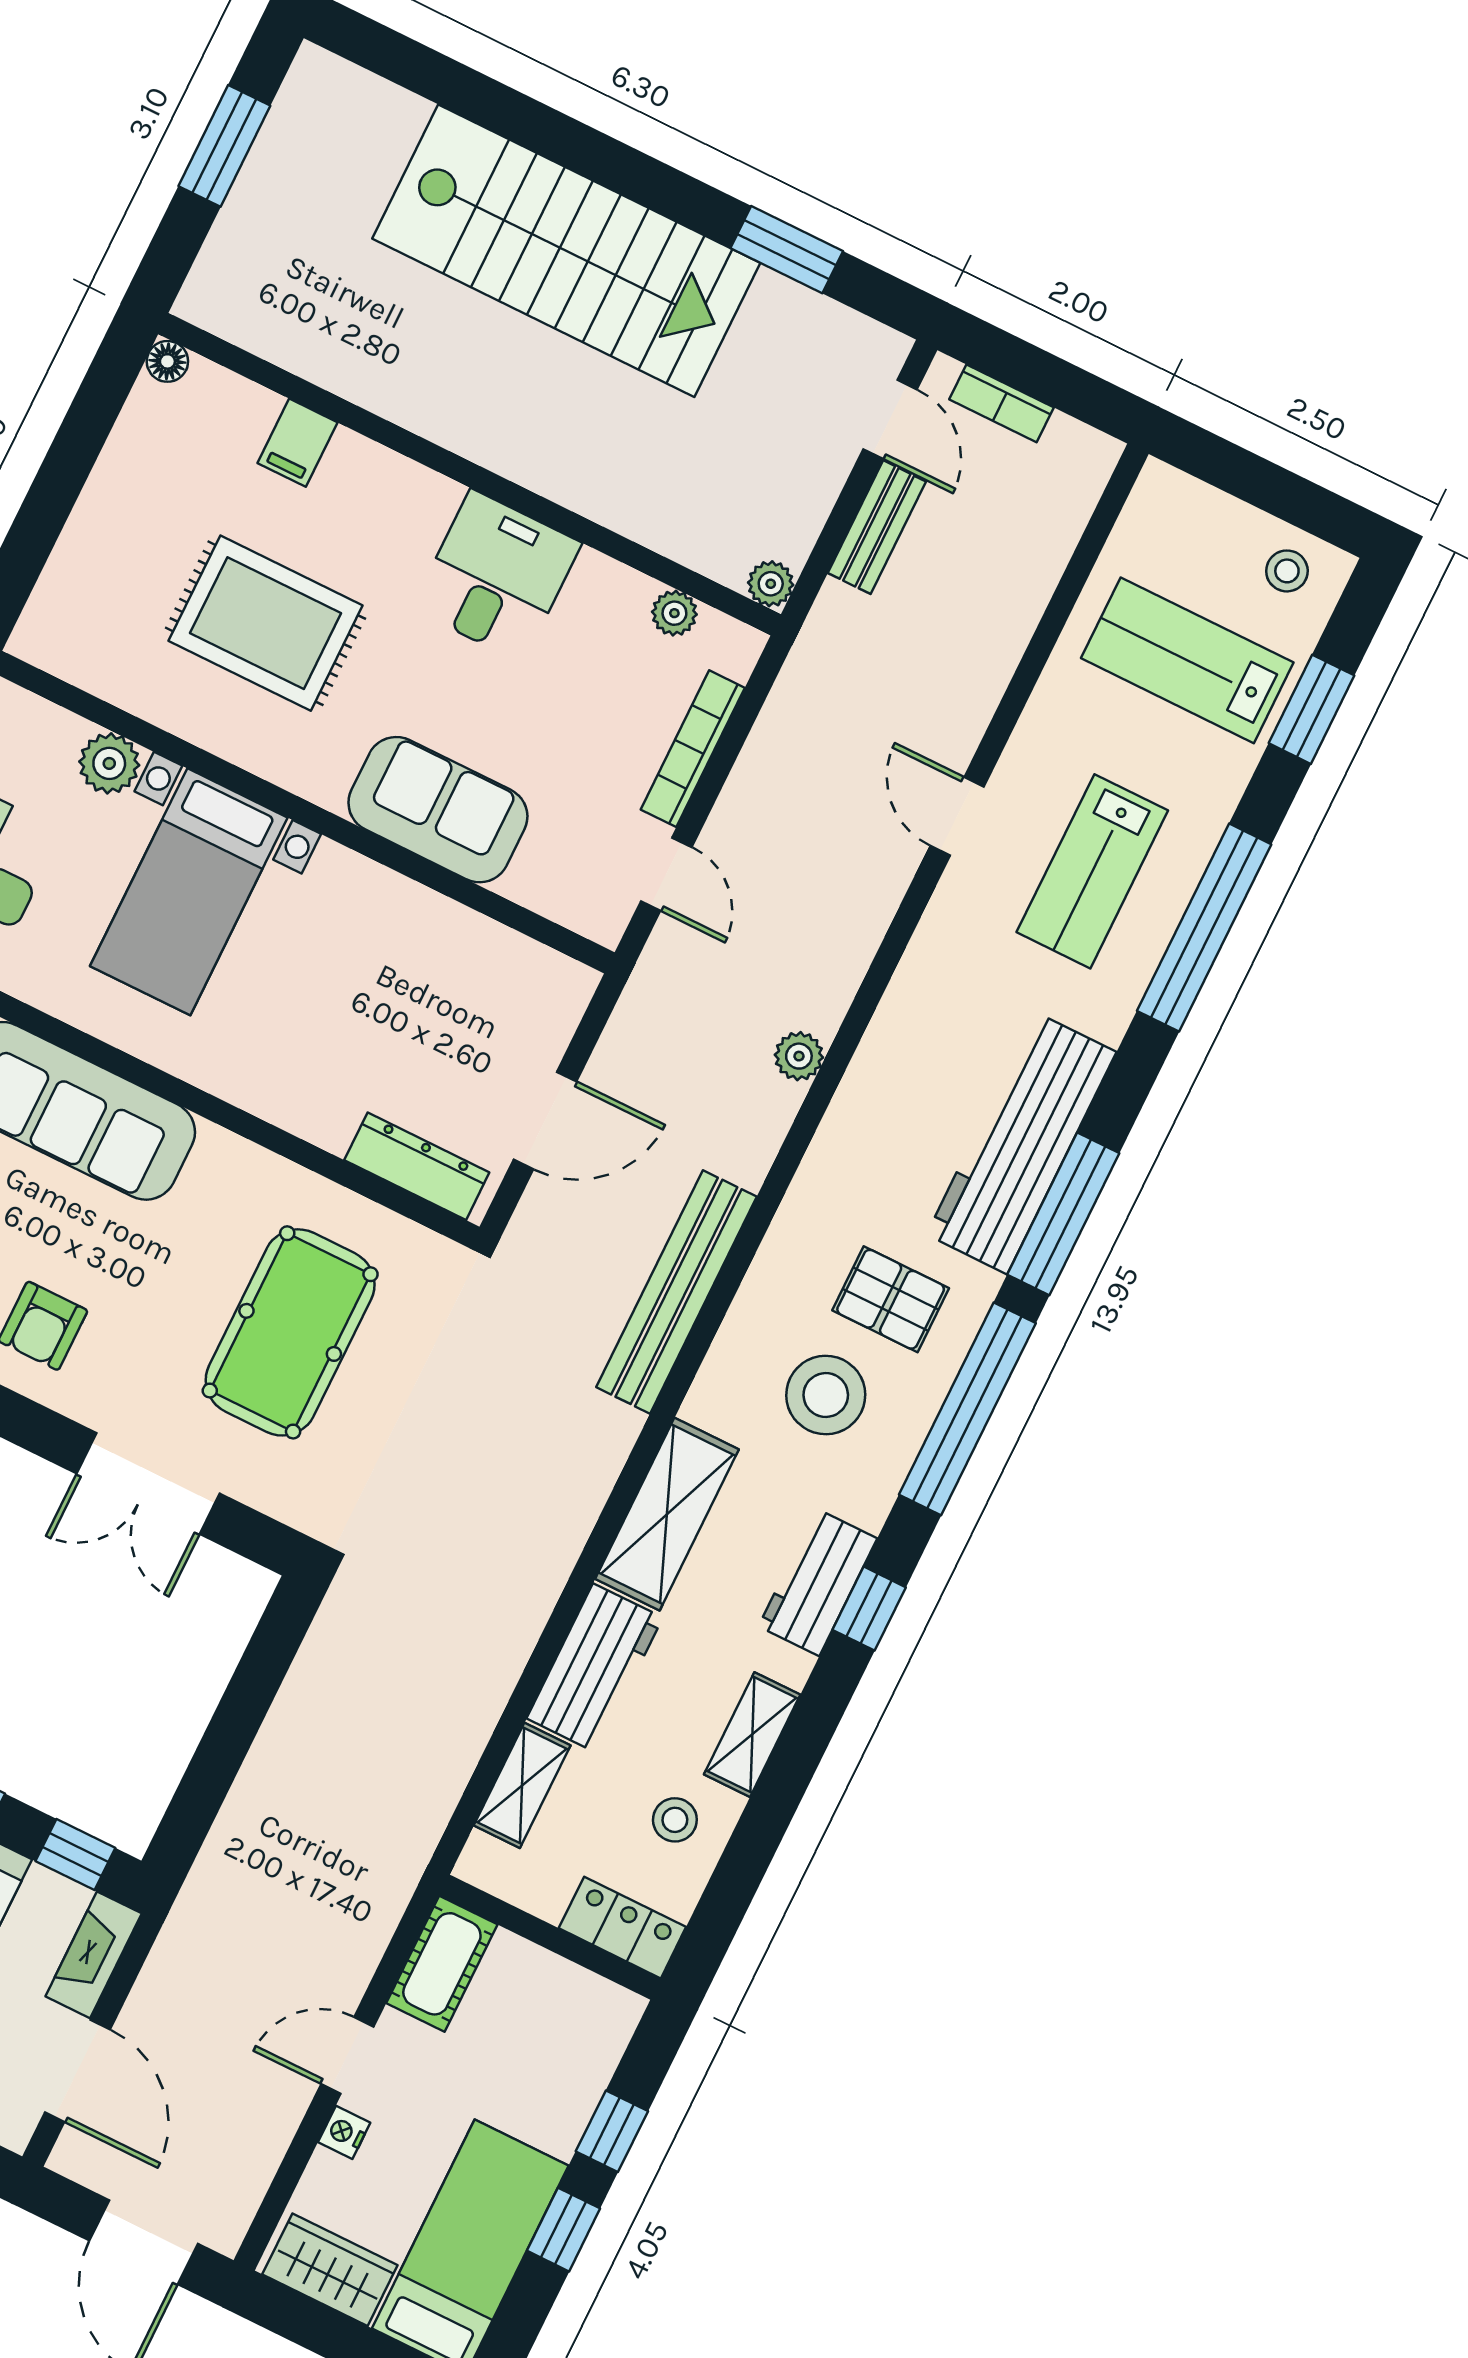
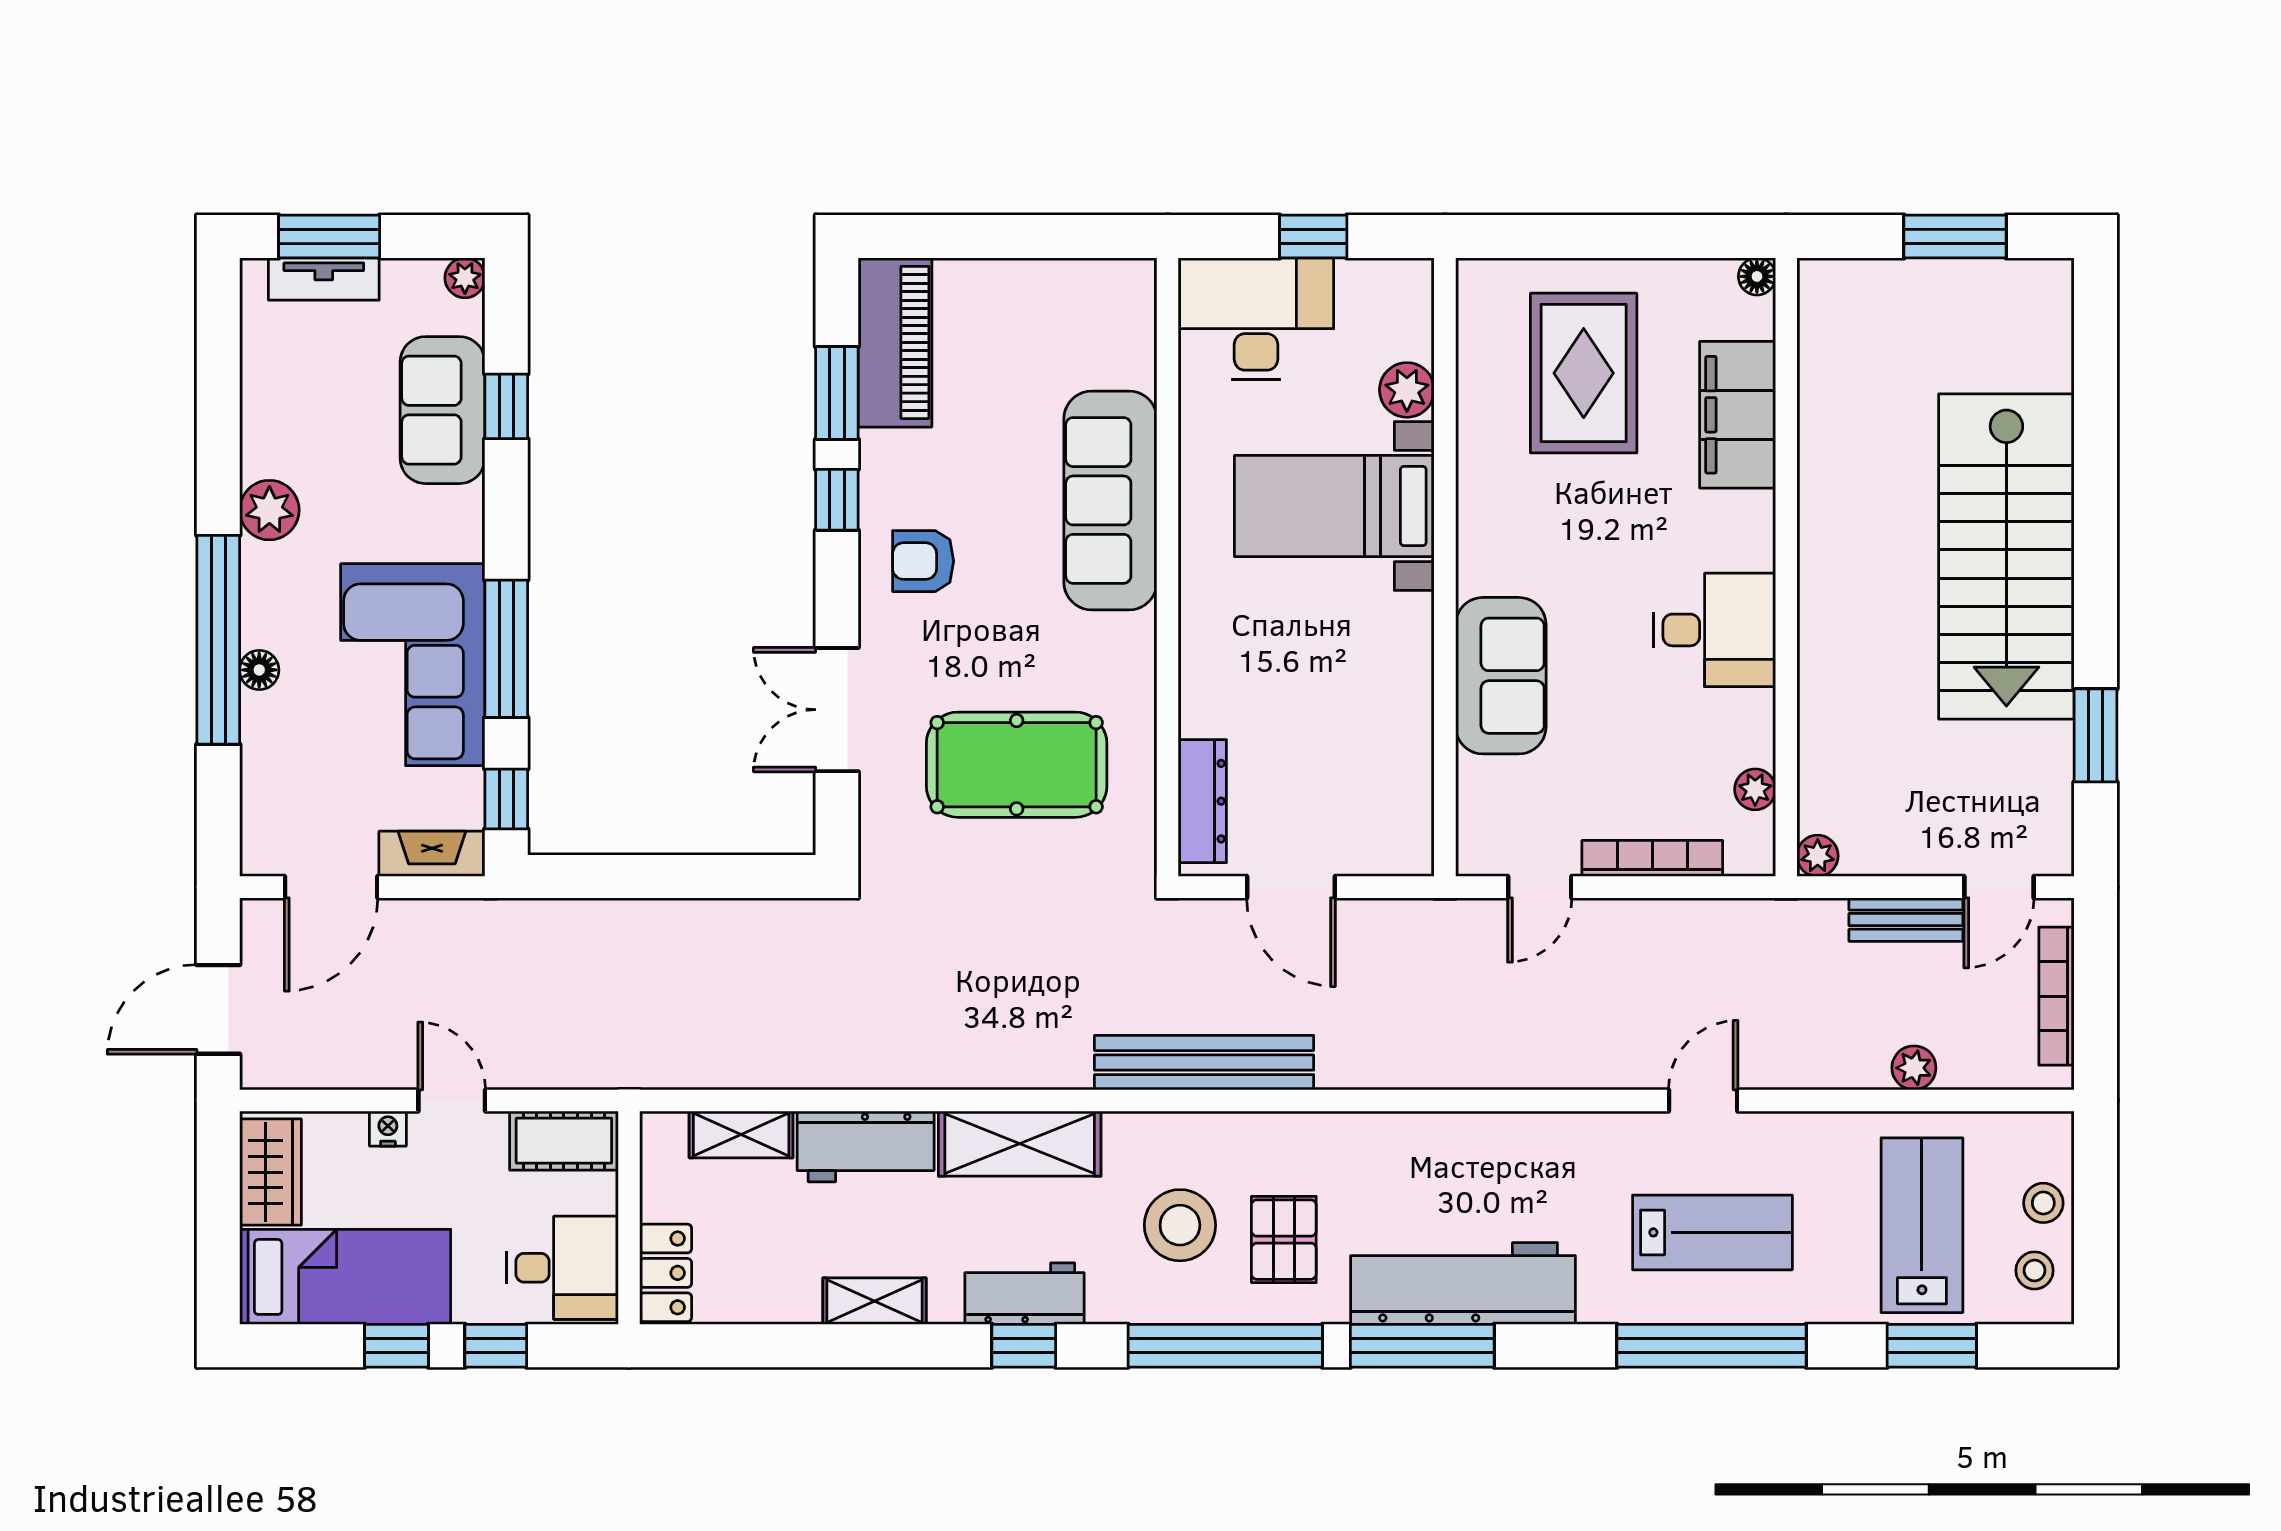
bookcase: (1001, 403) -> (2057, 996), width x1.56
filing cabinet: (298, 443) -> (1738, 415), width x3.00, depth x1.17
rug: (266, 623) -> (1584, 373), moved
lab bench: (1092, 871) -> (1712, 1232), turned 180
plant: (799, 1056) -> (1914, 1068), moved
stool: (675, 1820) -> (2043, 1203), moved
desk: (567, 2027) -> (563, 1268), added

